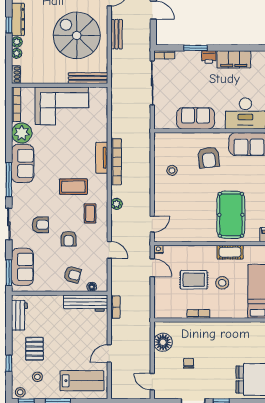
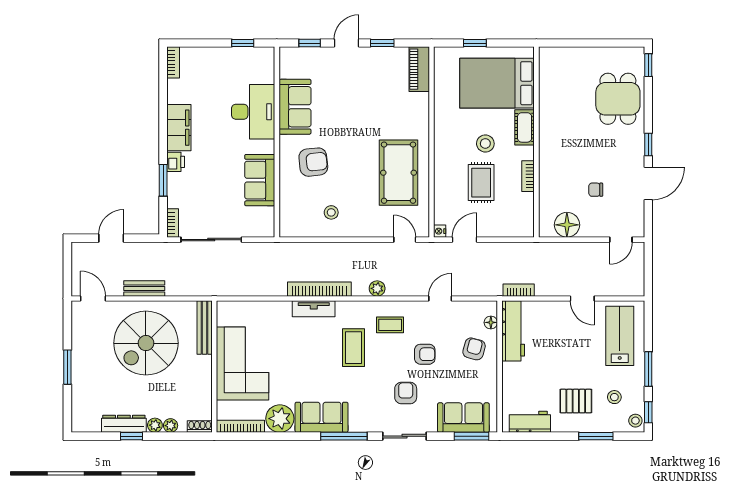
pool table: (231, 215) -> (399, 173), moved, turned 90
cot: (230, 252) -> (525, 127), moved
window: (9, 363) -> (596, 436), width x1.50

